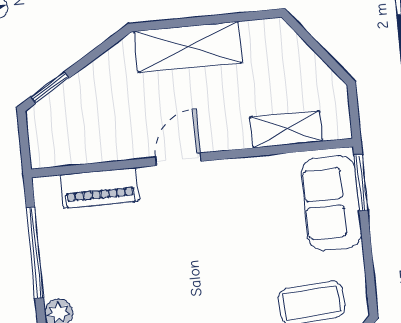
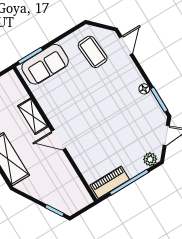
shelving: (286, 129) -> (33, 116), moved
piano: (100, 188) -> (110, 182), moved, turned -90

